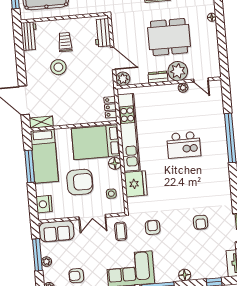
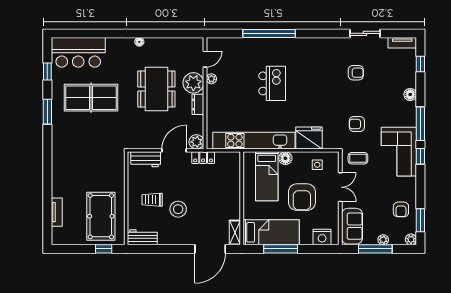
locker: (110, 107) -> (203, 158), moved
bed: (96, 142) -> (267, 176), width x0.67
armchair: (80, 182) -> (302, 197), turned 180

